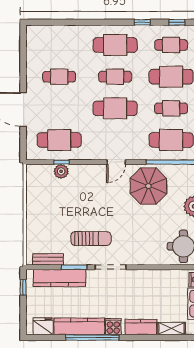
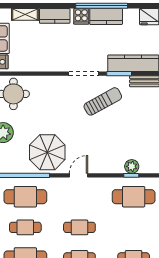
cafe table: (115, 108) -> (79, 227), width x0.73, depth x0.74
sun lounger: (91, 239) -> (103, 101), turned 151
kitchen counter: (79, 326) -> (106, 16), width x0.67

